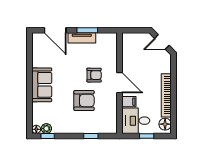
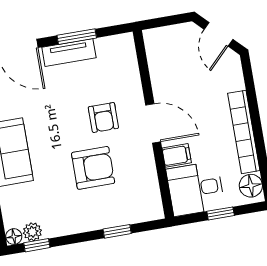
door: (162, 42) -> (218, 34), hinge flipped
armchair: (94, 75) -> (103, 117), turned 90

